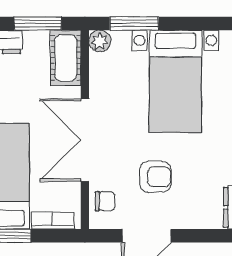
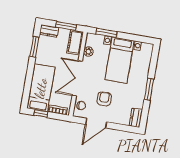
plant: (100, 41) -> (88, 52), moved
armchair: (155, 177) -> (104, 99), turned -92

